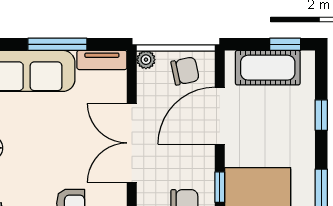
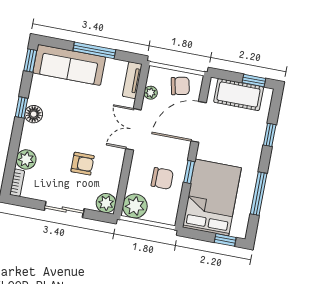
tv unit: (102, 60) -> (132, 80), moved, turned 90
plant: (146, 60) -> (151, 93), moved
double door: (132, 143) -> (133, 129), width x0.73

